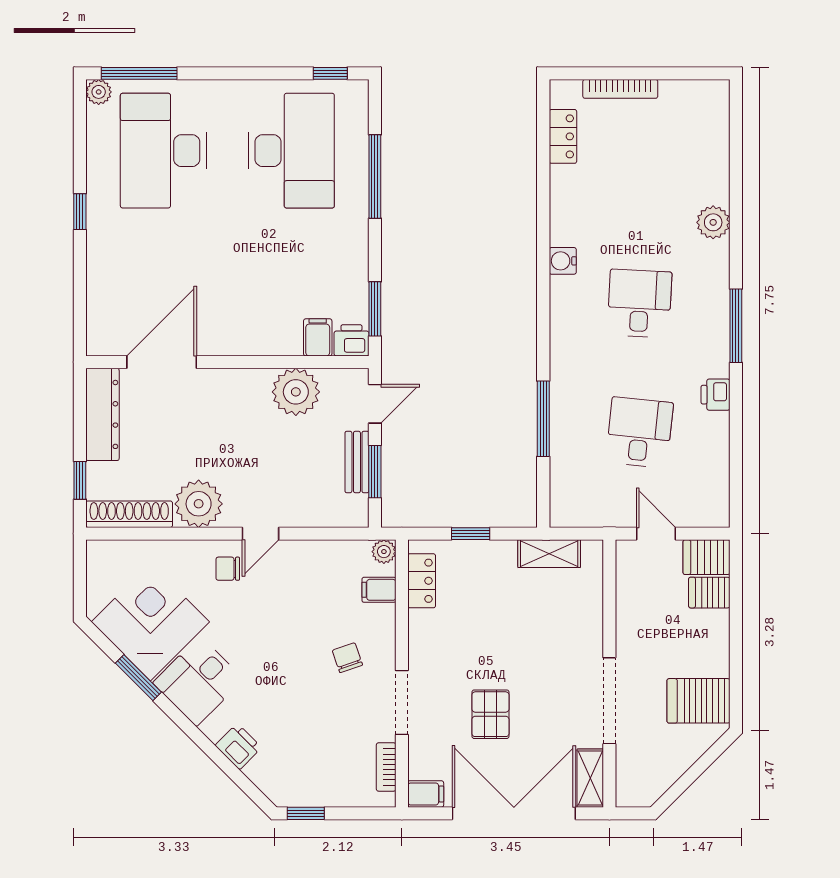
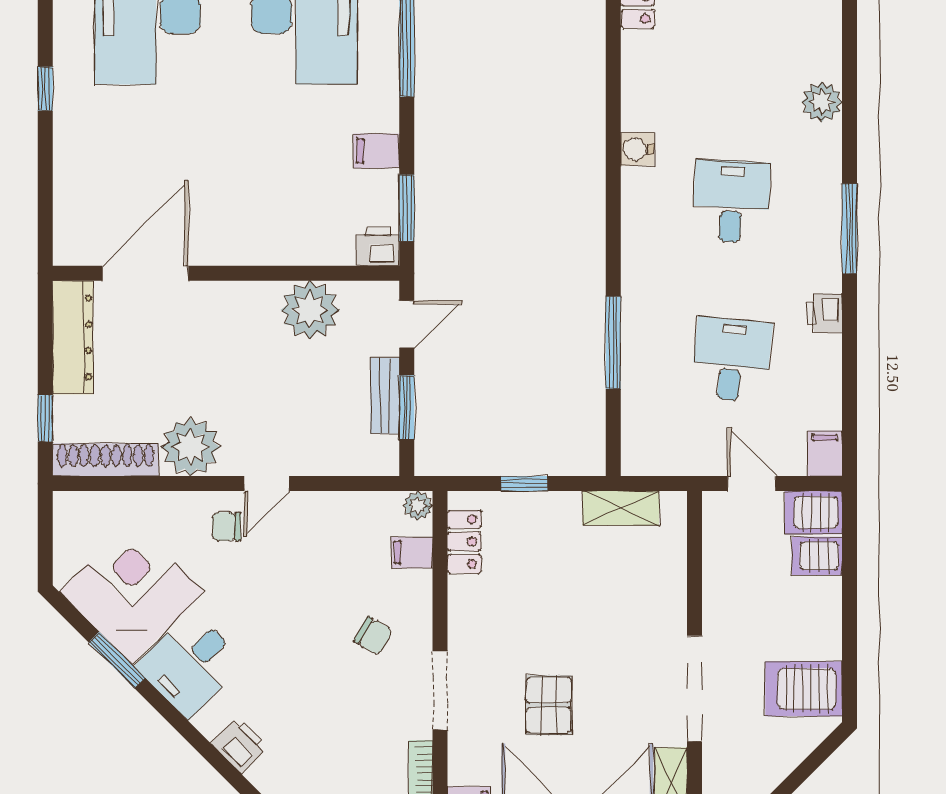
filing cabinet: (318, 337) -> (376, 151), moved, turned -90
filing cabinet: (716, 509) -> (825, 453), added
chair: (347, 658) -> (373, 636), turned 139

